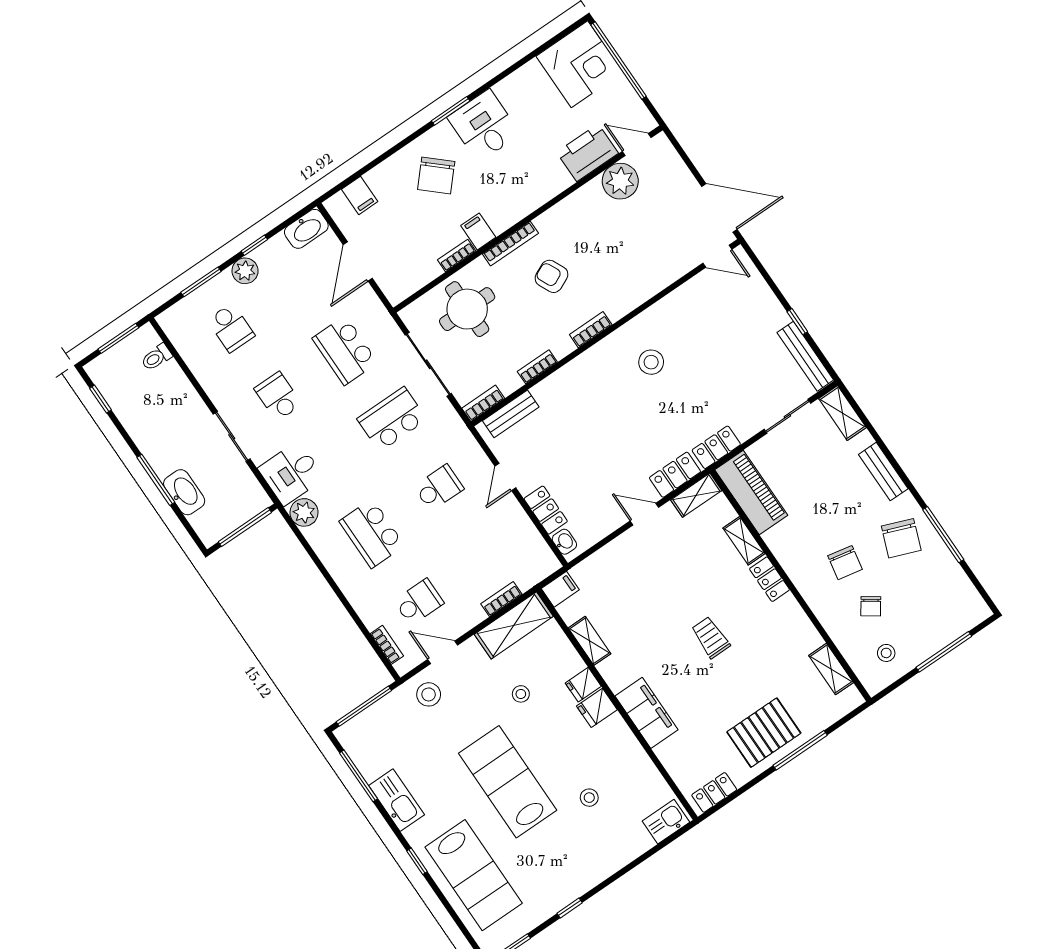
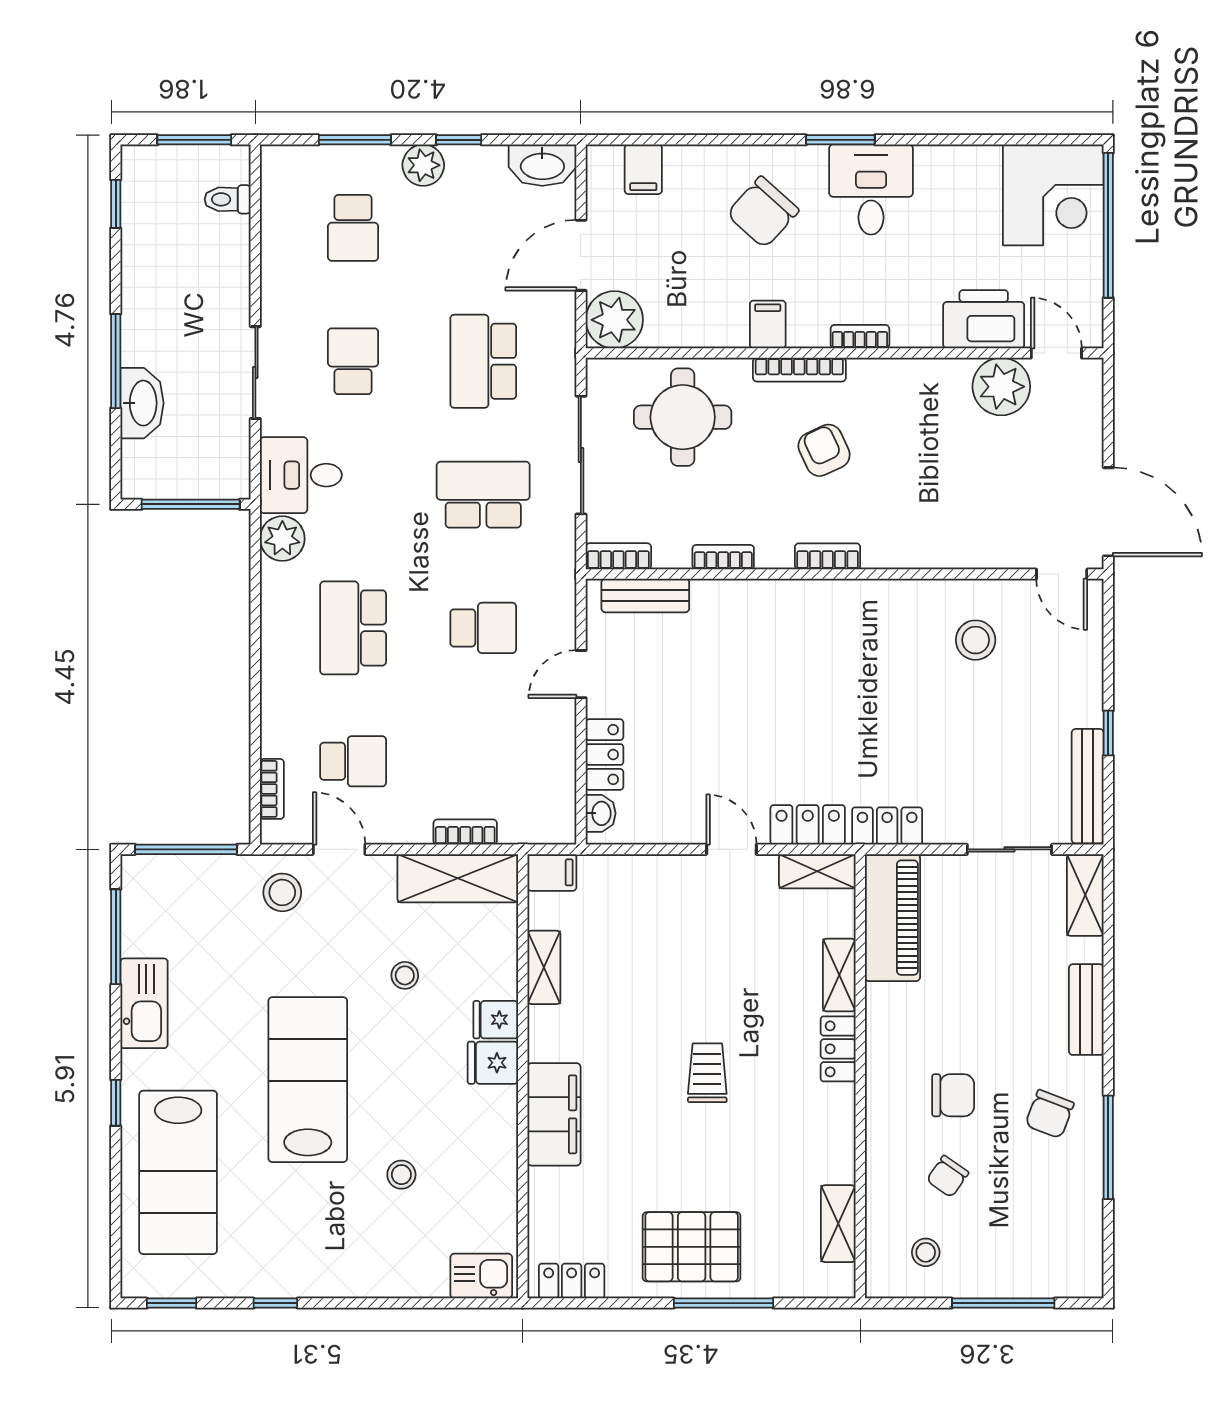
bookcase: (457, 255) -> (860, 337), moved
plant: (398, 283) -> (614, 320), added
stool: (651, 362) -> (976, 640), moved
chair: (901, 538) -> (1050, 1114), width x0.73, depth x0.73
chair: (845, 563) -> (953, 1095), turned -101

